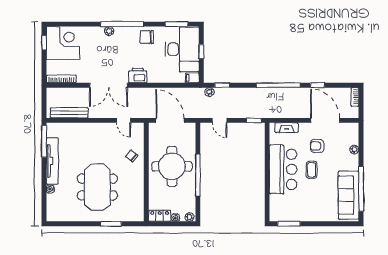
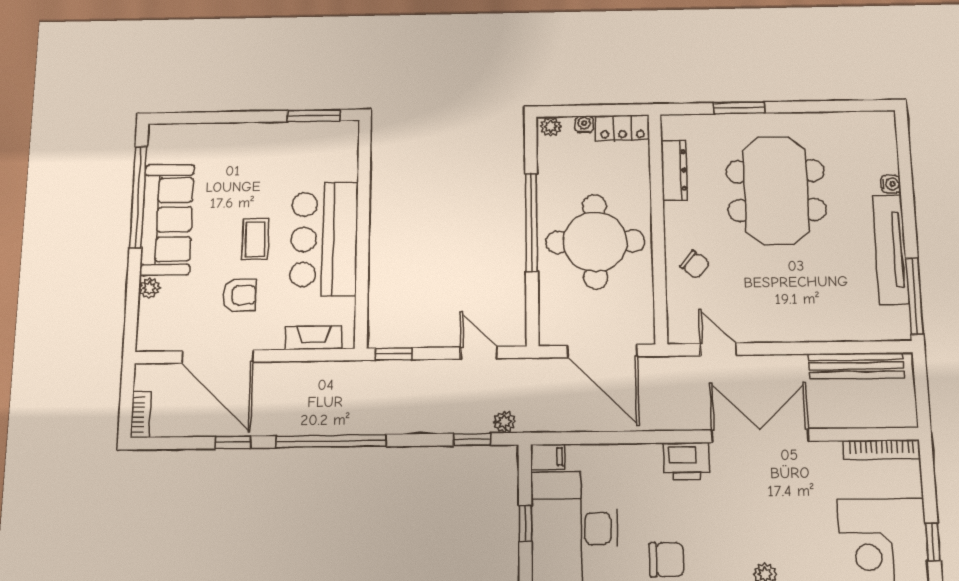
sofa: (349, 195) -> (167, 220), moved
dresser: (139, 197) -> (674, 170), added

